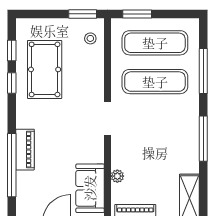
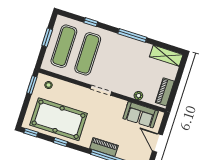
window: (137, 14) -> (47, 38), moved
window: (12, 51) -> (31, 133), moved
pool table: (45, 69) -> (59, 119), width x1.36, depth x1.32
window: (203, 71) -> (91, 22), width x0.46

